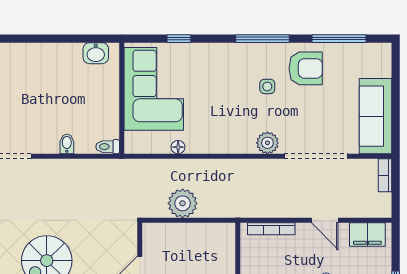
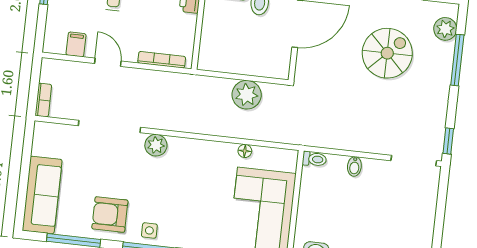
side table: (267, 86) -> (149, 230), moved
sofa: (376, 116) -> (42, 195), moved
filing cabinet: (367, 235) -> (76, 44), width x0.50

